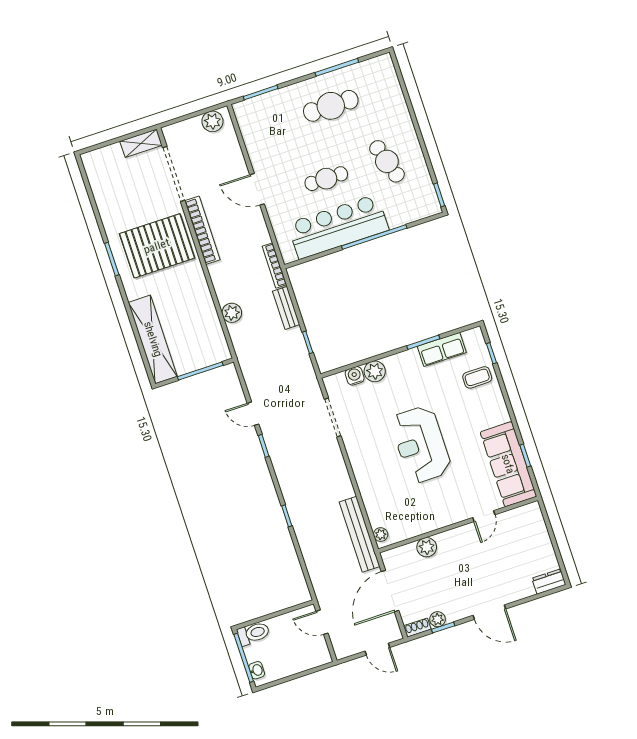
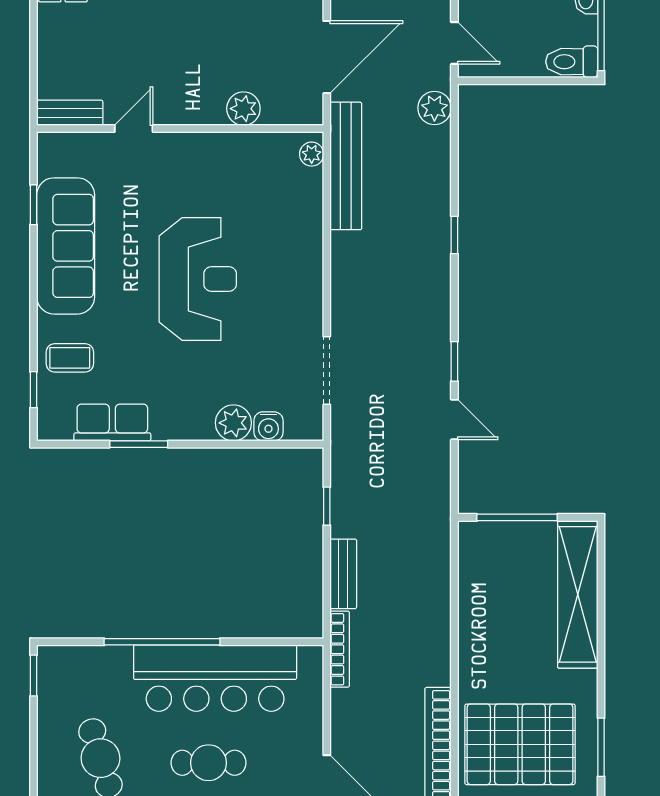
plant: (232, 313) -> (434, 108), moved
sofa: (508, 464) -> (66, 246), moved
bench: (522, 513) -> (70, 113), added

